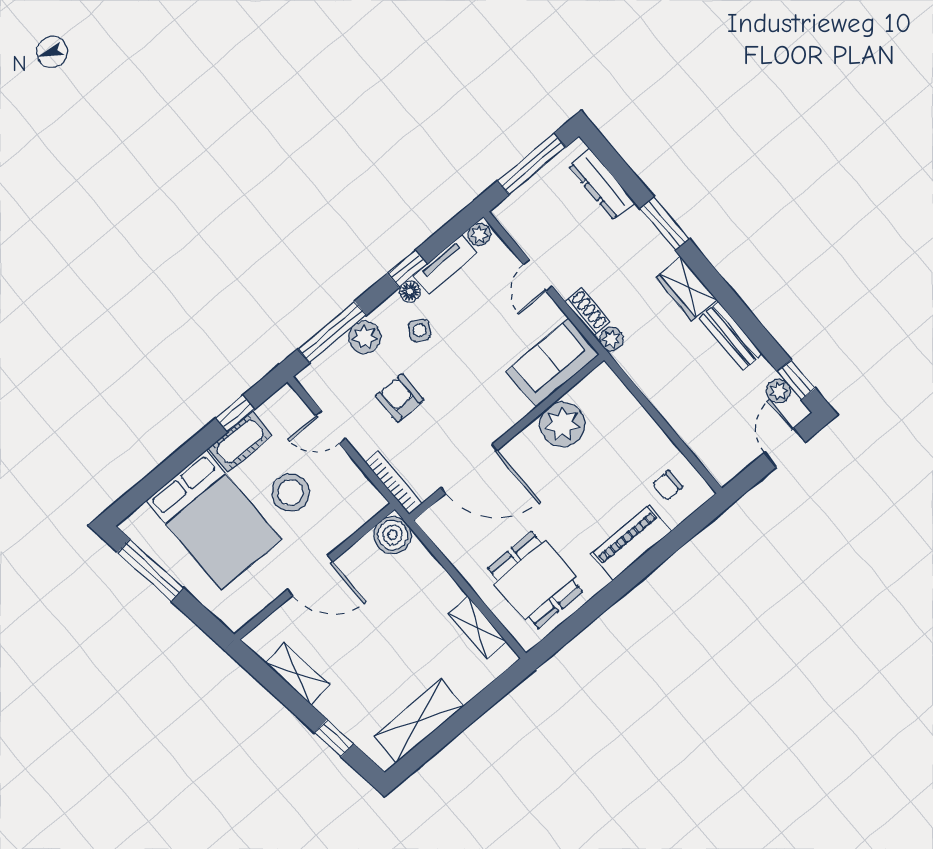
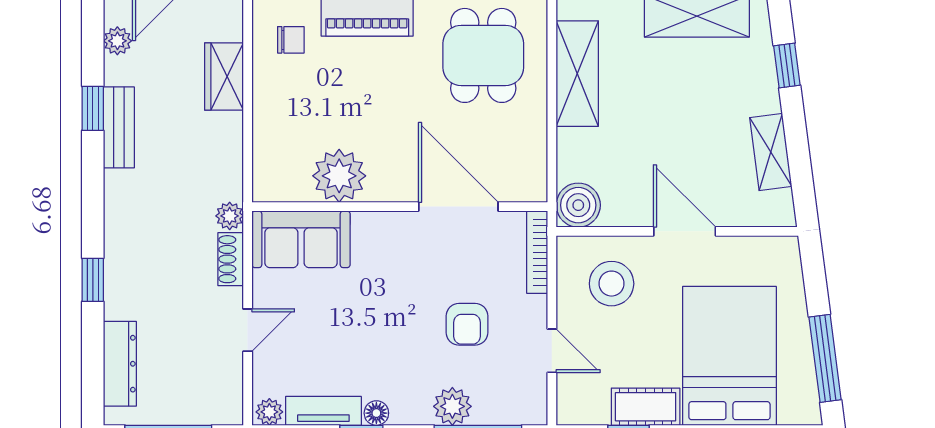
window: (665, 224) -> (93, 280), width x0.67
wardrobe: (686, 289) -> (224, 77), moved, turned 180
side table: (419, 330) -> (397, 371), removed
window: (796, 380) -> (93, 108), moved
stool: (291, 493) -> (612, 284), moved
shelving: (478, 628) -> (577, 74), width x1.50, depth x1.33

